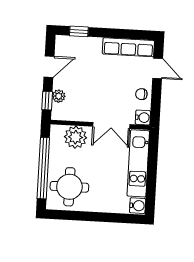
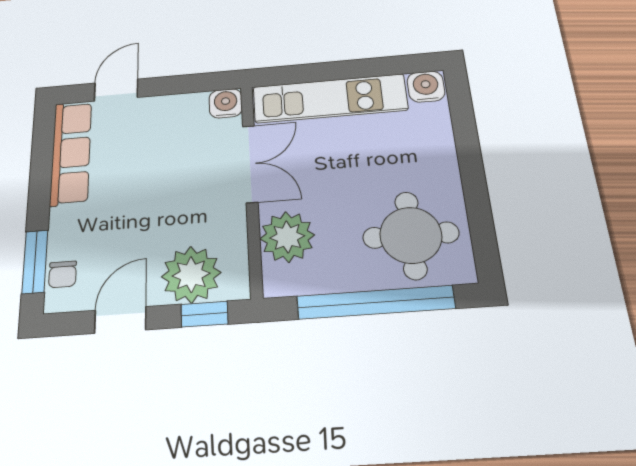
window: (79, 31) -> (35, 262), width x1.50
door: (49, 67) -> (120, 320), hinge flipped
chair: (141, 94) -> (63, 274), moved
plant: (59, 96) -> (191, 275), width x1.87, depth x1.87

